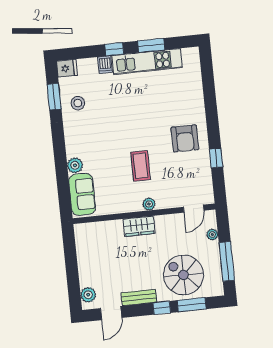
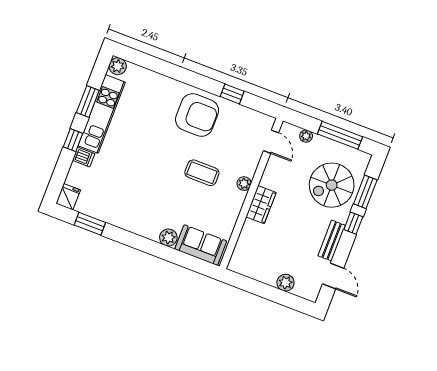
plant: (192, 55) -> (118, 66), added
stool: (78, 103) -> (108, 203), removed
armchair: (185, 138) -> (197, 115), width x1.36, depth x1.36
plant: (88, 295) -> (285, 283), moved

